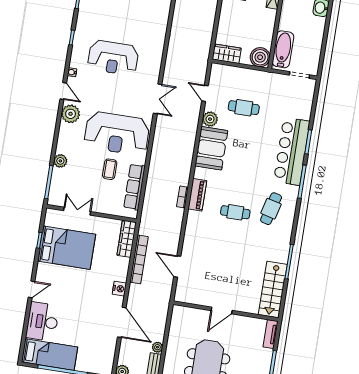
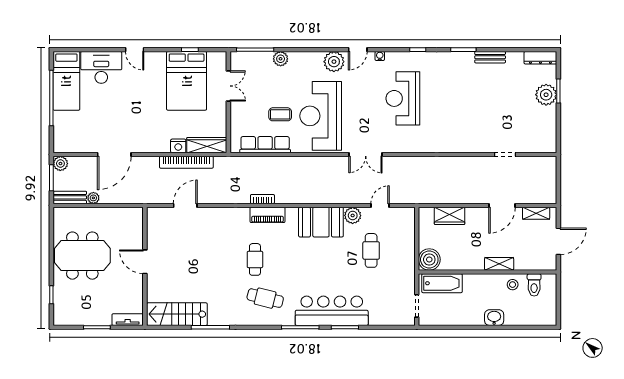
wardrobe: (227, 54) -> (450, 216), moved, turned 90
nightstand: (119, 289) -> (178, 146), moved

